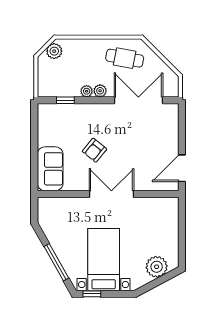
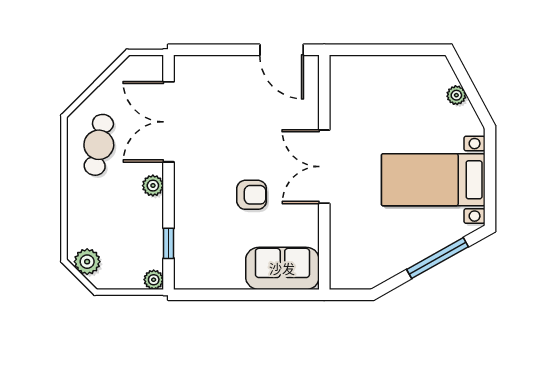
plant: (87, 91) -> (154, 280), moved
armchair: (94, 150) -> (252, 195), turned -39
plant: (157, 267) -> (456, 95), width x0.53, depth x0.53
window: (92, 294) -> (490, 199), removed

